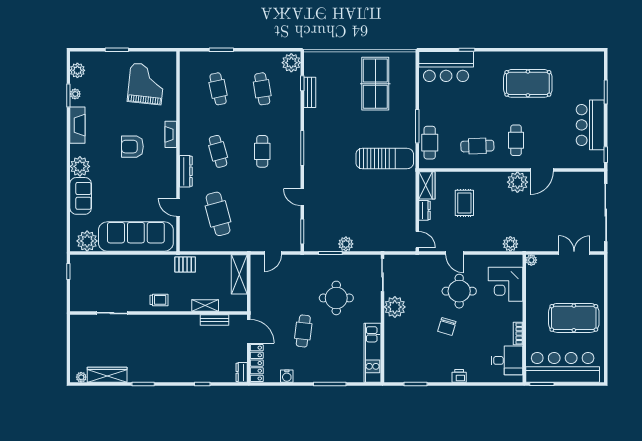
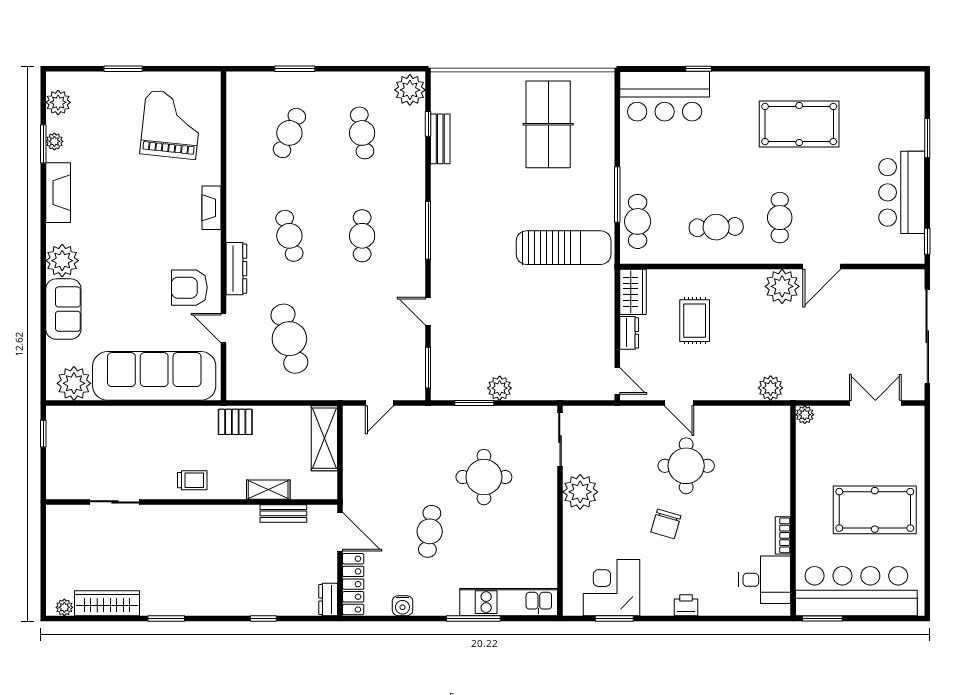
cafe table: (218, 89) -> (289, 133), turned 36
armchair: (132, 147) -> (189, 288), moved
corner desk: (505, 284) -> (611, 588), moved, turned 90
kitchen unit: (373, 353) -> (509, 602), moved, turned 90

